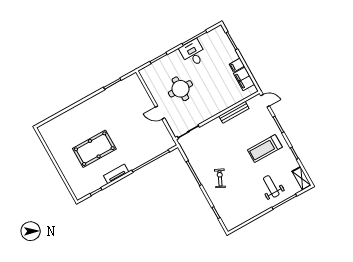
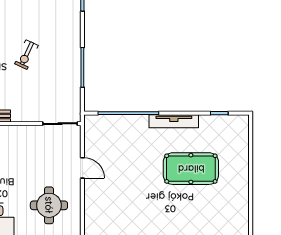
round table: (180, 89) -> (49, 205), moved
tv unit: (116, 174) -> (174, 121), width x1.41
exercise bike: (220, 178) -> (26, 55), moved

